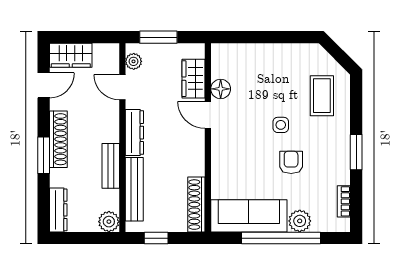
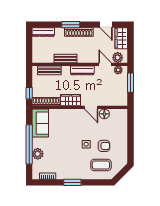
wardrobe: (193, 79) -> (71, 100), moved
door: (122, 87) -> (105, 64), hinge flipped
door: (208, 115) -> (91, 107), swing flipped
armchair: (291, 162) -> (104, 146), moved
bench: (134, 189) -> (49, 70), width x0.73
sofa: (249, 216) -> (40, 123), width x0.73
plant: (109, 222) -> (118, 58), moved
window: (156, 238) -> (29, 93), moved

